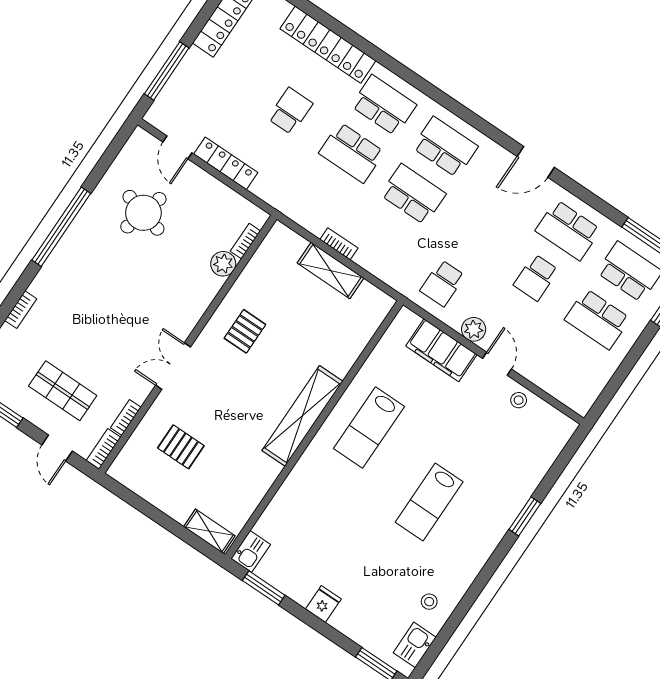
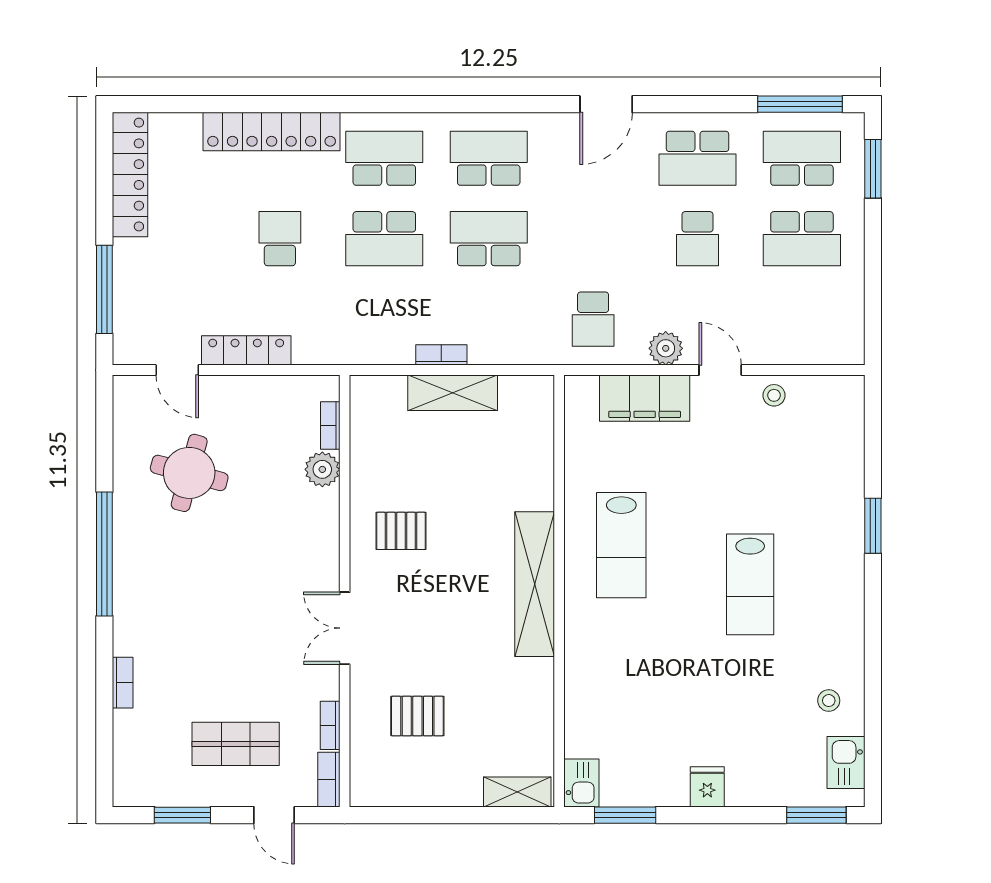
pallet: (245, 331) -> (401, 531), turned 90

